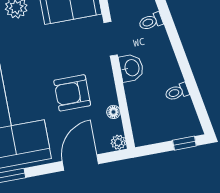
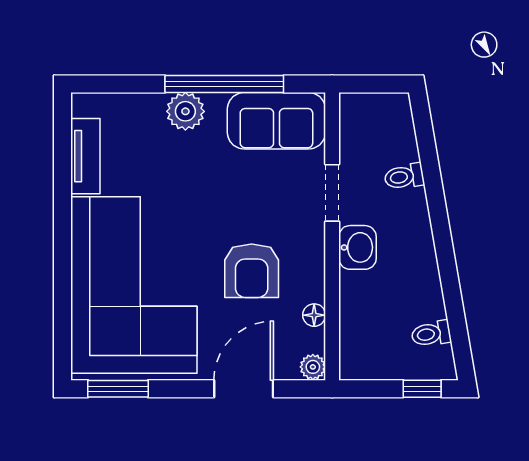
toilet: (177, 92) -> (431, 334), moved
armchair: (72, 93) -> (252, 271), turned -90

